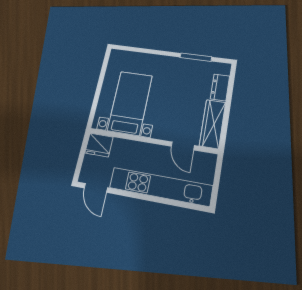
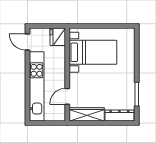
dresser: (220, 87) -> (119, 115), width x1.44
door: (96, 188) -> (28, 42), hinge flipped

